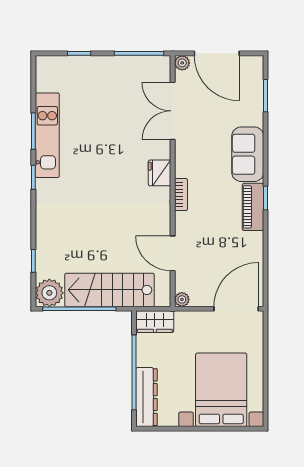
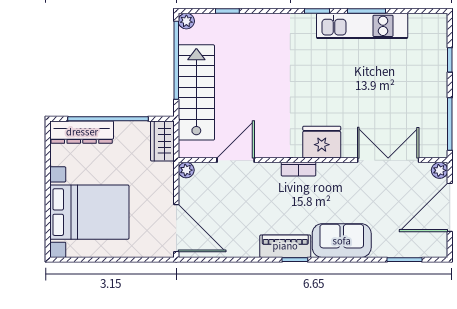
fridge: (160, 173) -> (322, 142), width x1.36, depth x1.34
plant: (49, 293) -> (186, 21), width x0.53, depth x0.53

